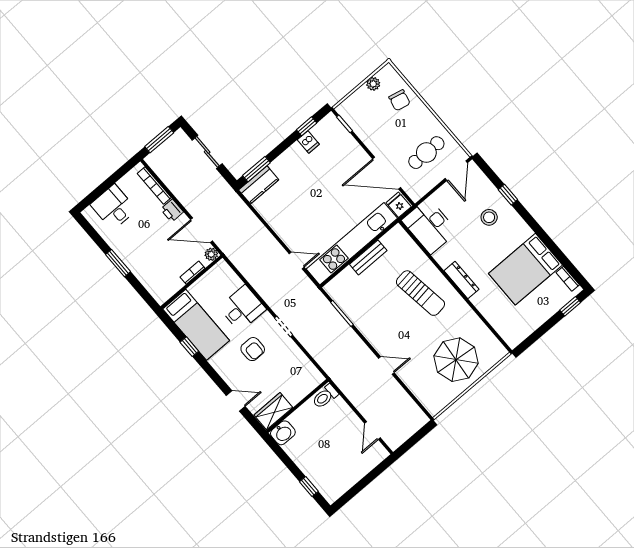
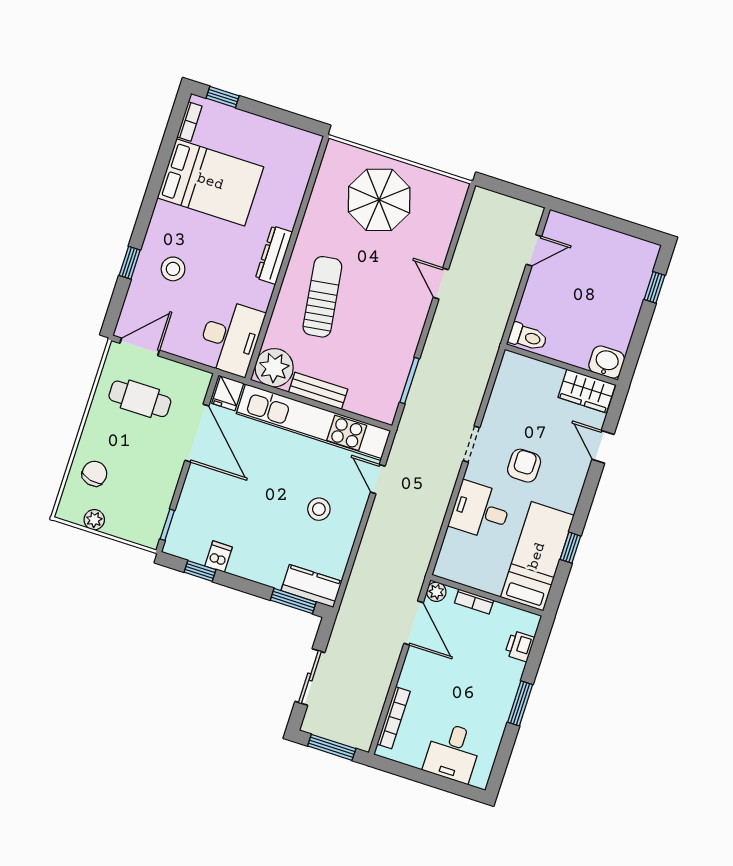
printer: (172, 210) -> (520, 646), moved, turned 180
stool: (300, 216) -> (319, 509), added
plant: (397, 240) -> (274, 368), added

